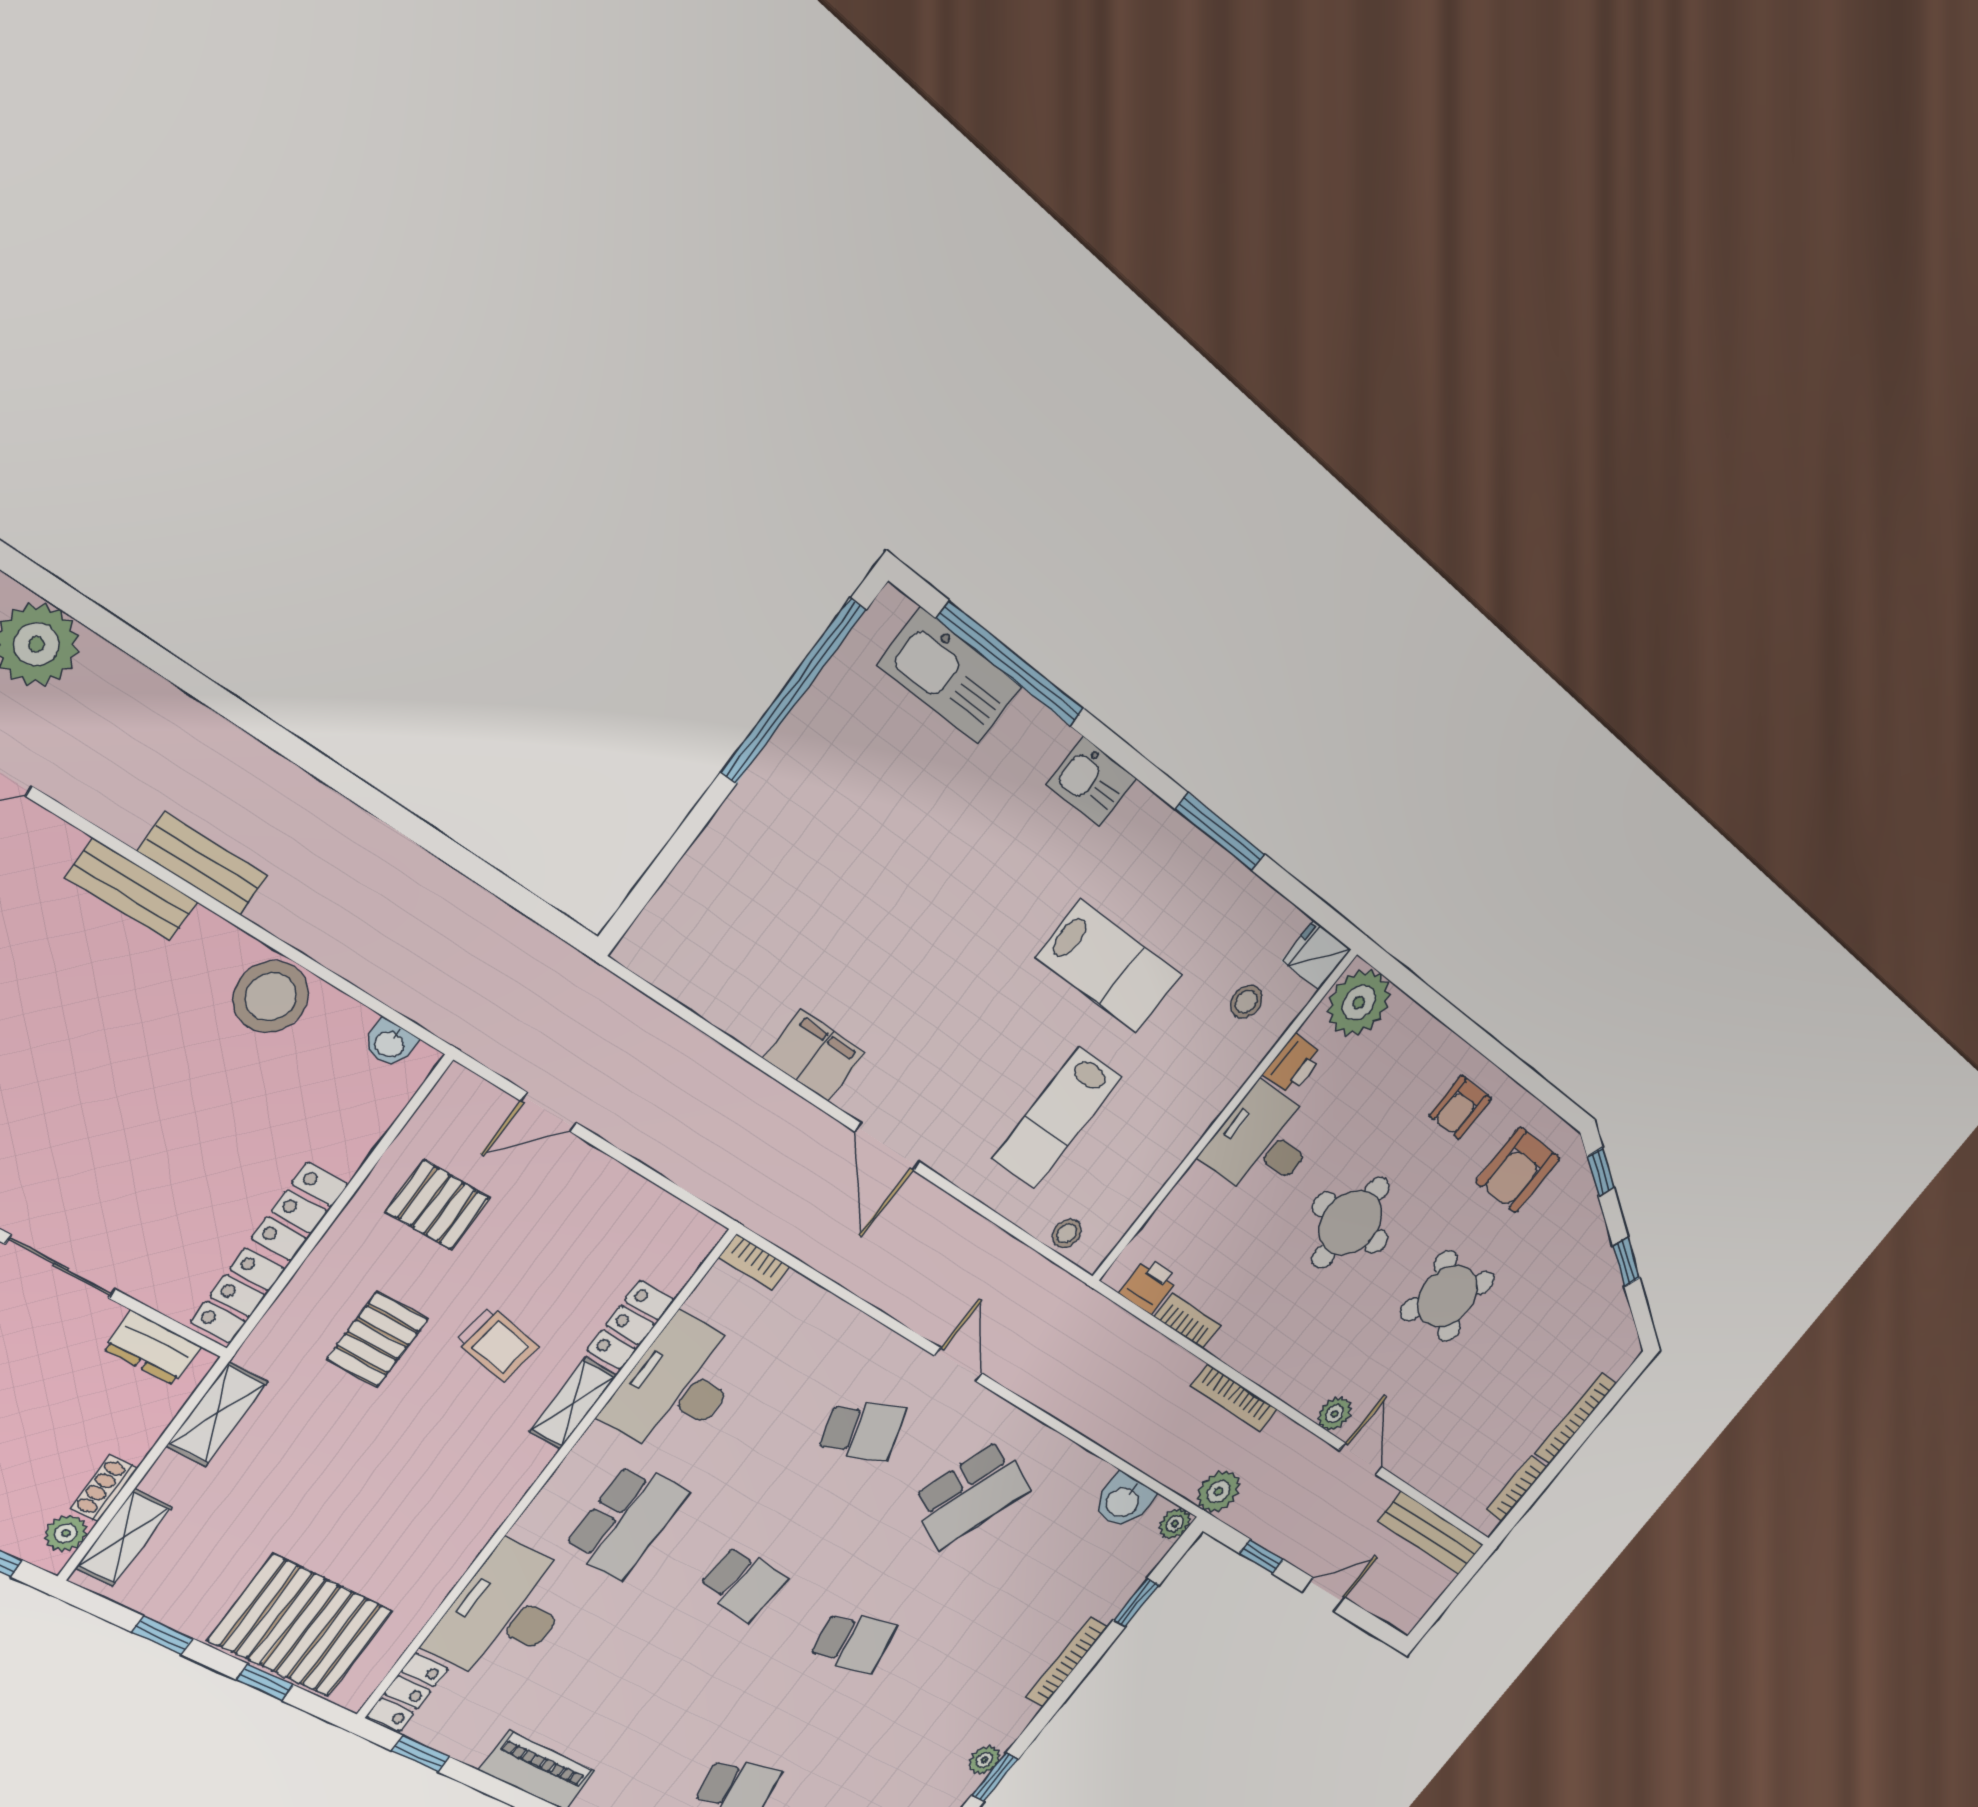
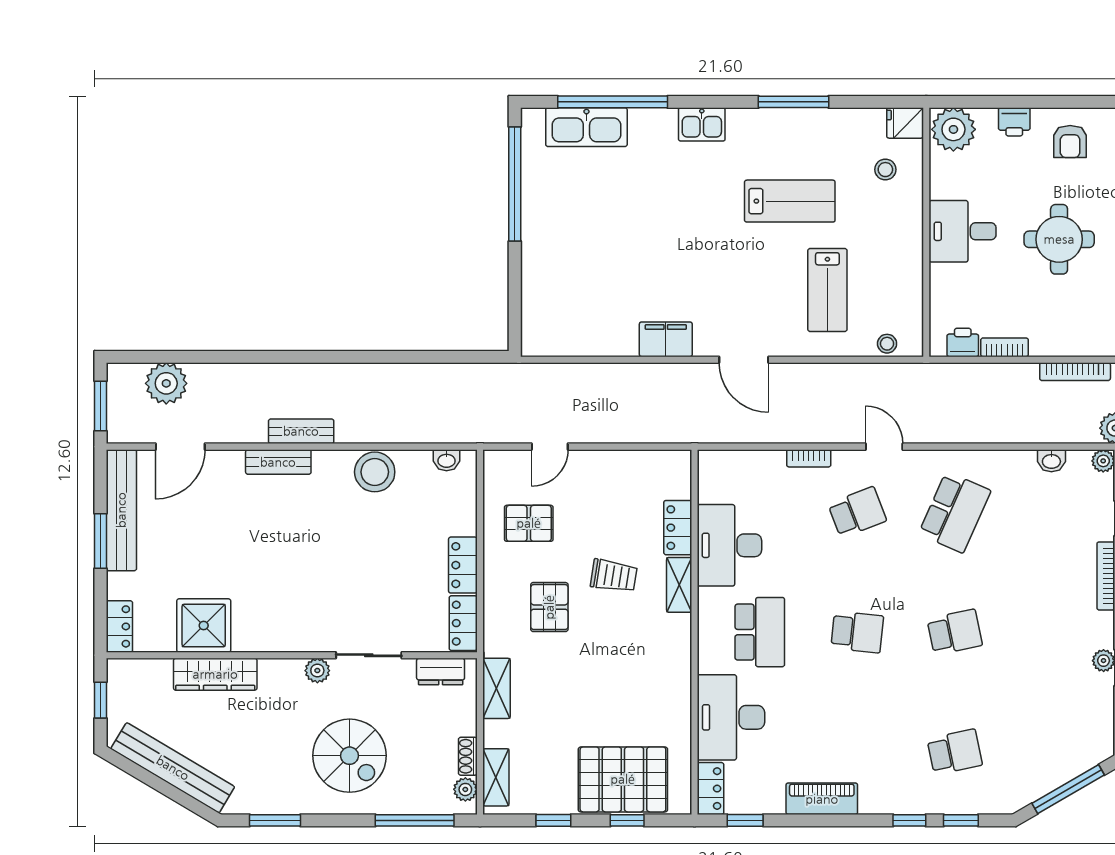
printer: (1293, 1064) -> (1014, 122), moved, turned 90
bookcase: (754, 1262) -> (809, 458), moved
washbasin: (1123, 1501) -> (1051, 461), width x0.72, depth x0.69

